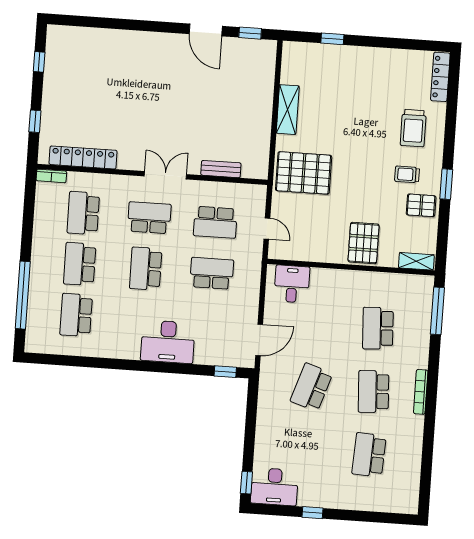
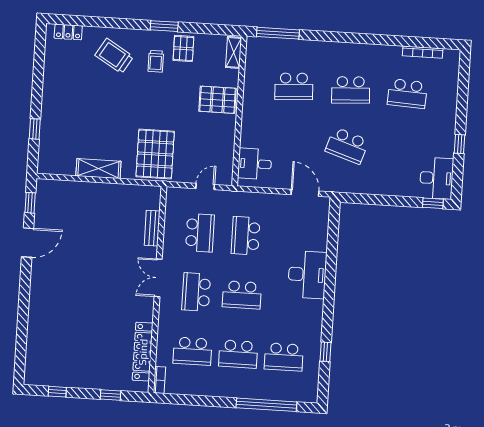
locker: (440, 77) -> (68, 32), width x0.66
trolley: (413, 128) -> (114, 56), turned -149
window: (225, 372) -> (325, 352), moved
bookcase: (421, 392) -> (423, 52), moved

